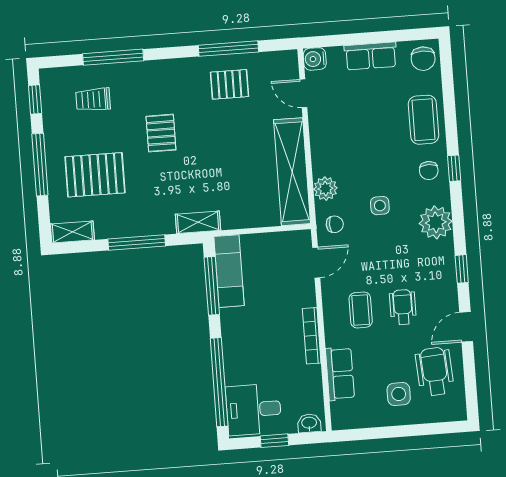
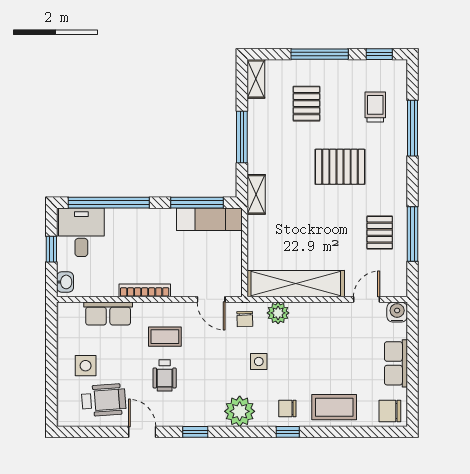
pallet: (161, 133) -> (340, 167), width x1.50, depth x1.42
pallet: (95, 175) -> (306, 104), width x0.67, depth x0.71
wheelchair: (403, 307) -> (165, 375), turned 90

